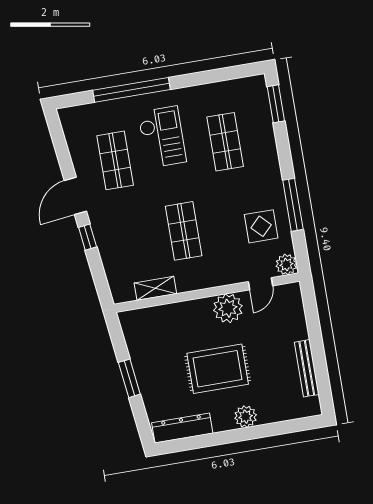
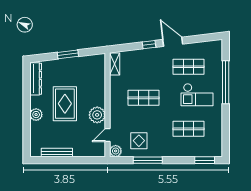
door: (260, 284) -> (108, 135), hinge flipped
shelving: (155, 288) -> (115, 64), moved

